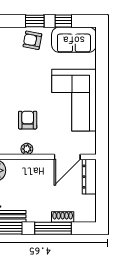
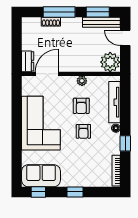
window: (63, 21) -> (38, 192), moved
armchair: (32, 40) -> (83, 131), moved, turned 79
dresser: (89, 177) -> (28, 61), width x0.70

